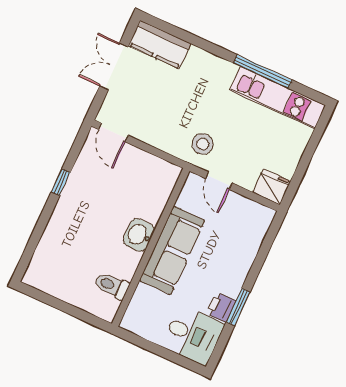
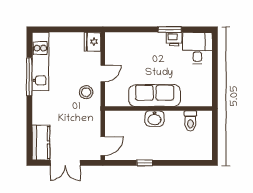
washbasin: (139, 235) -> (154, 119), moved
wall: (151, 247) -> (158, 109), moved
sofa: (172, 250) -> (155, 96), moved
toilet: (111, 285) -> (190, 121), moved

